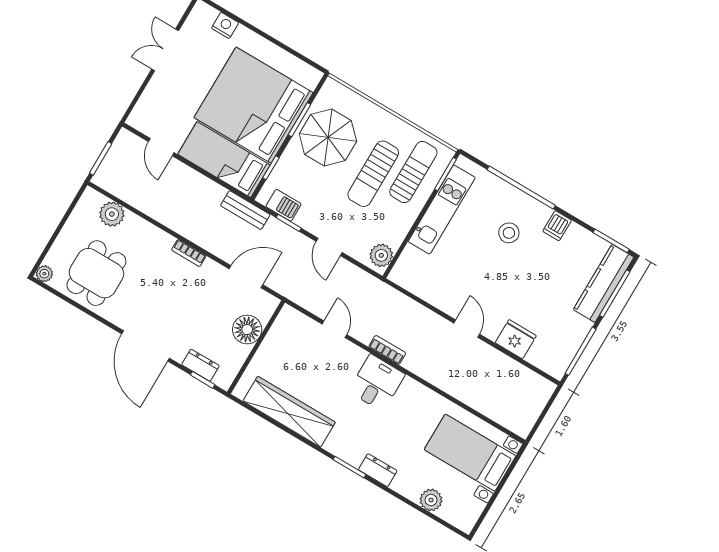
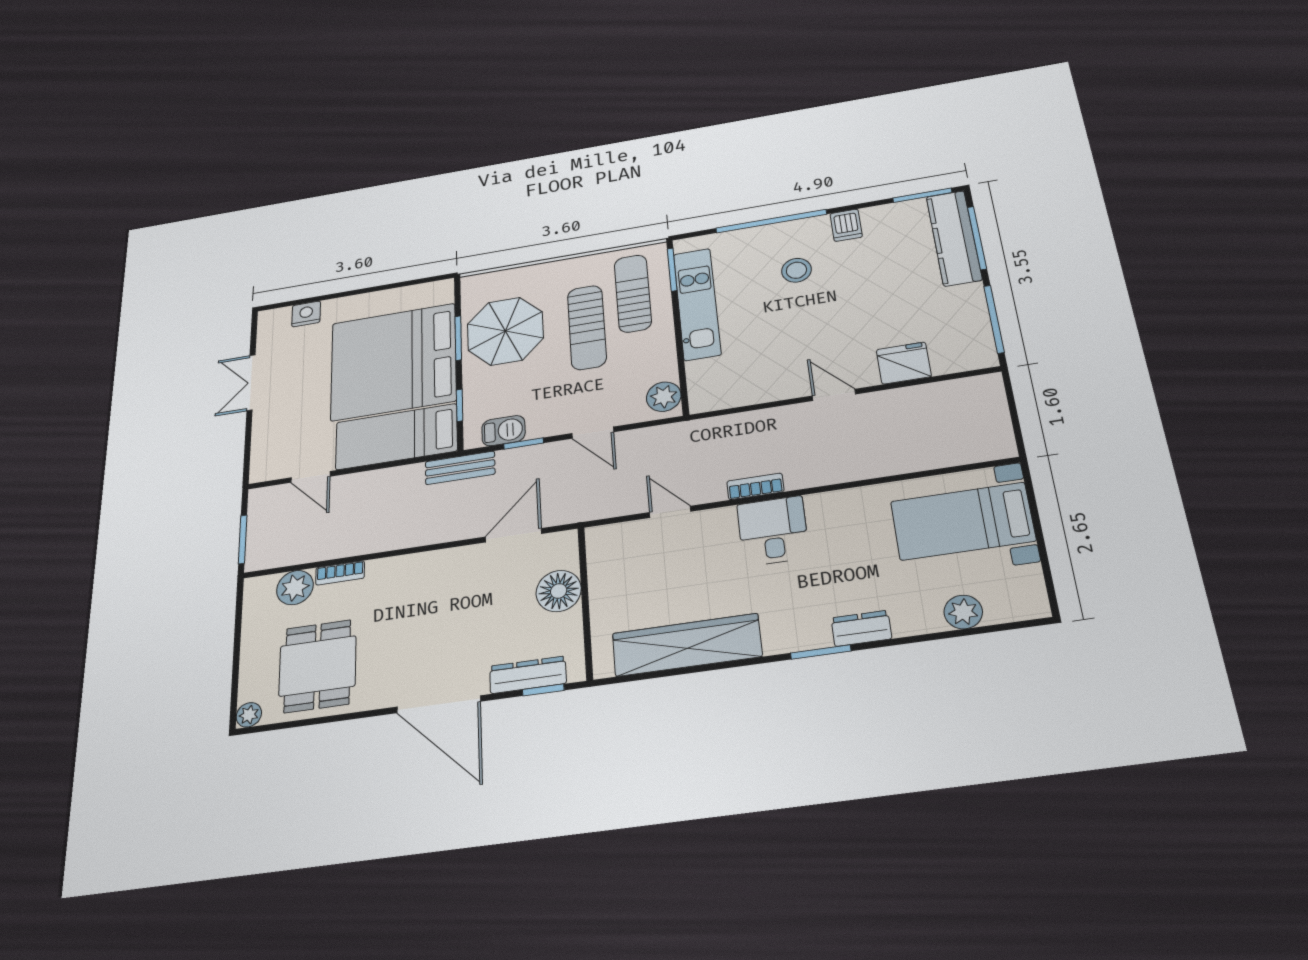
bookcase: (189, 253) -> (340, 573), moved
dresser: (200, 365) -> (528, 675), width x1.44

